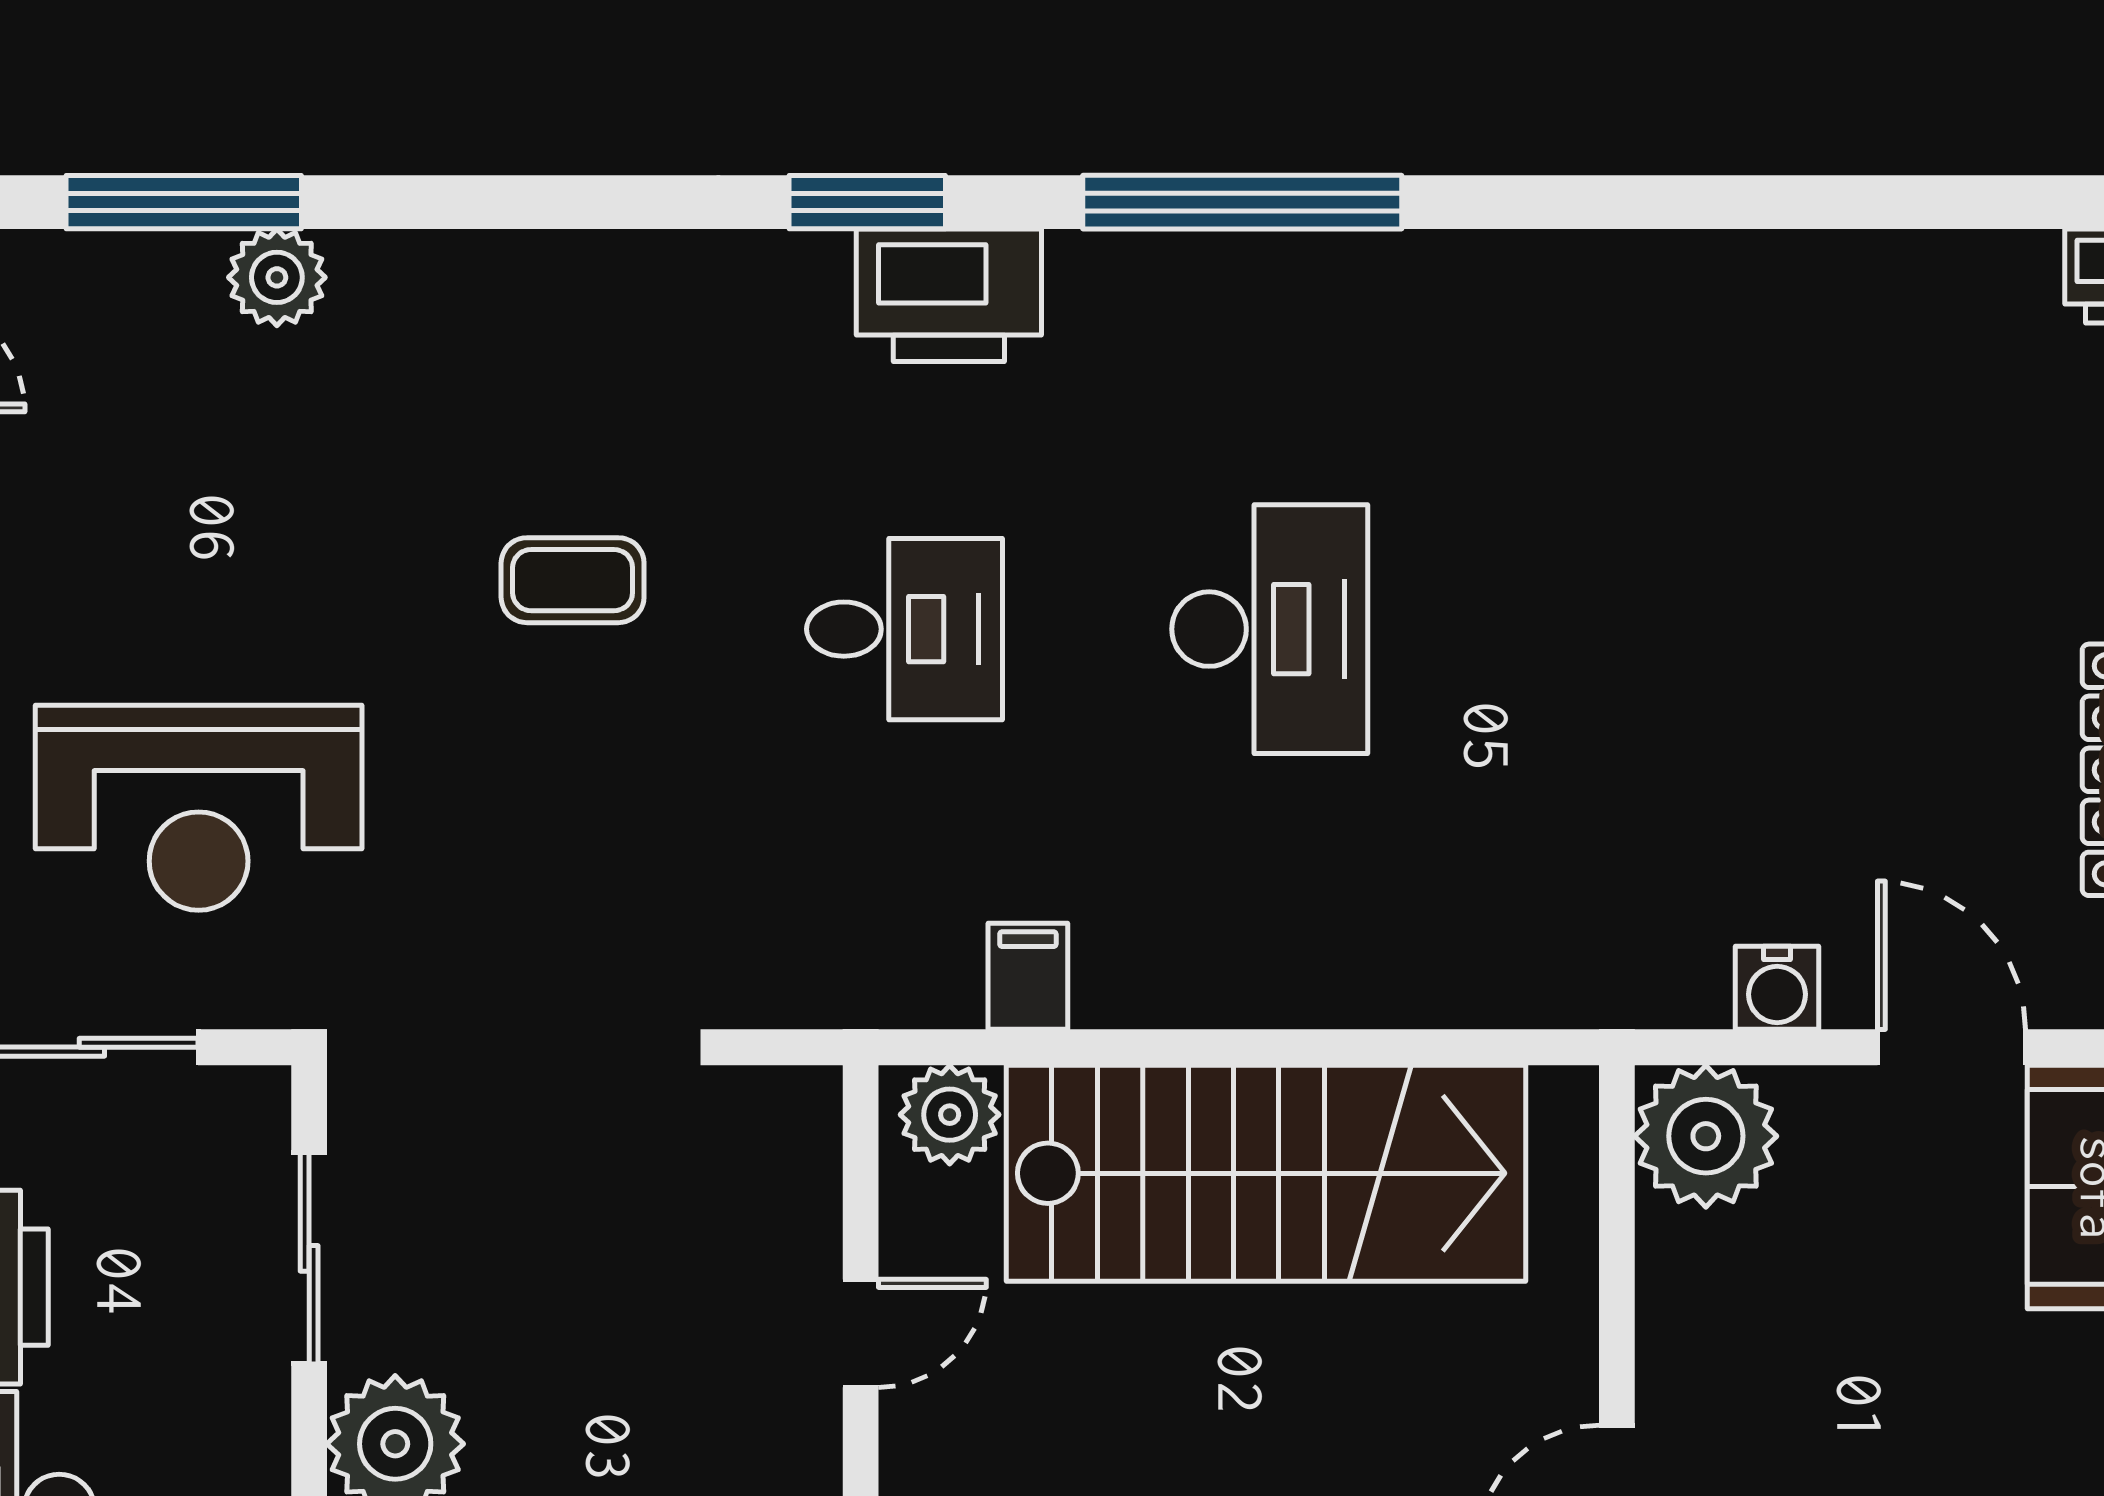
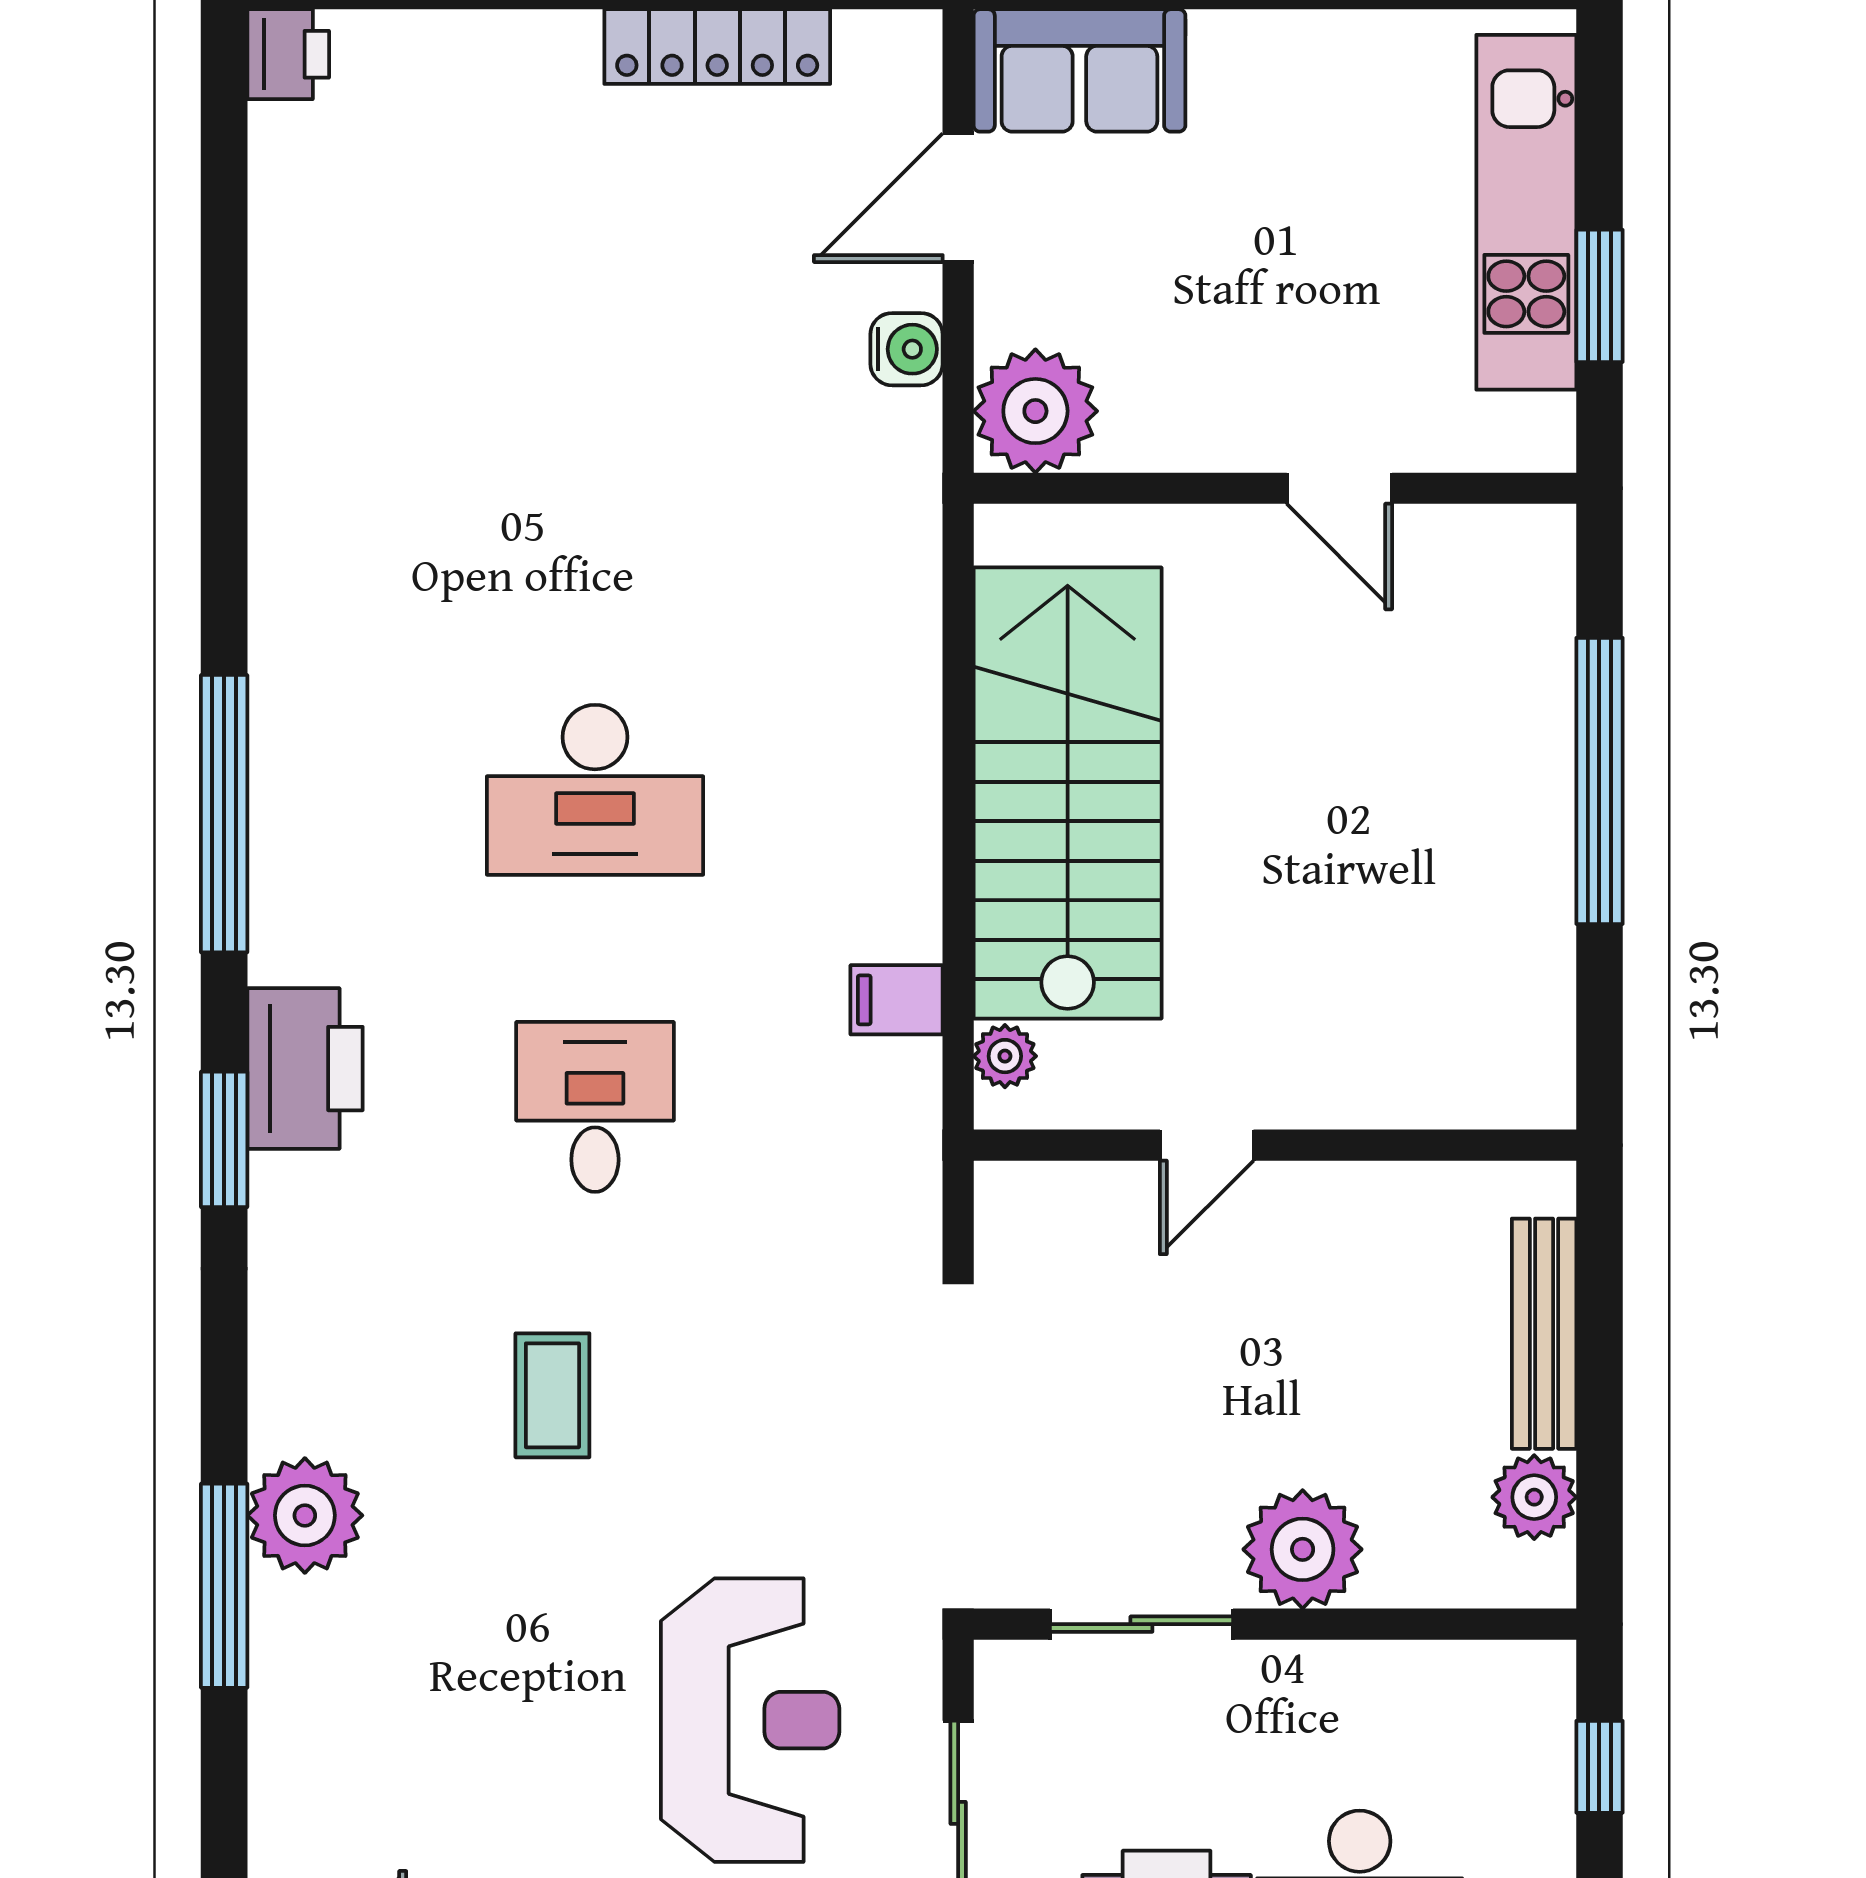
window: (184, 202) -> (224, 1586), moved
plant: (277, 277) -> (305, 1515), moved, width x1.36, depth x1.36
desk: (1270, 629) -> (595, 790), turned 180
plant: (950, 1115) -> (1005, 1056), width x0.73, depth x0.73
door: (861, 1333) -> (1207, 1145), swing flipped

